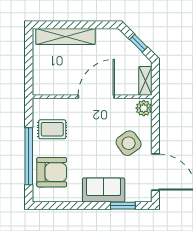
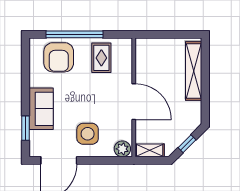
side table: (129, 143) -> (88, 134), turned 35

